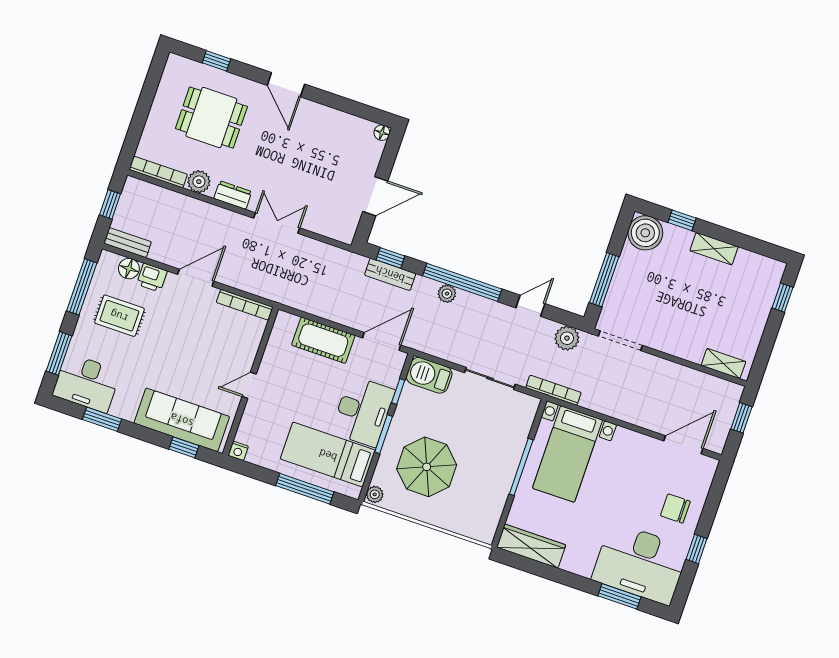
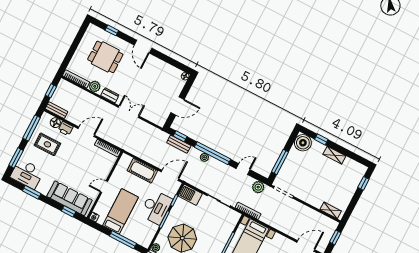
bed: (328, 455) -> (120, 211), moved, turned 90

